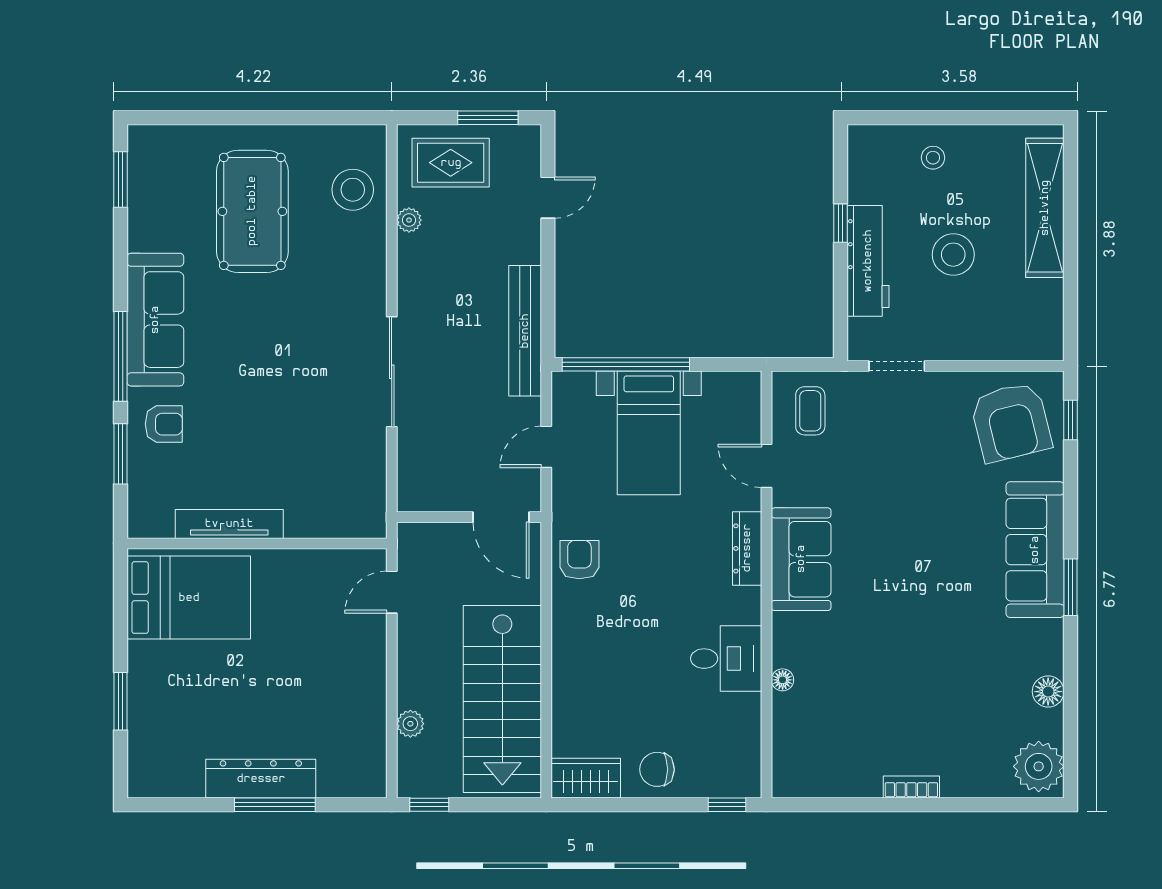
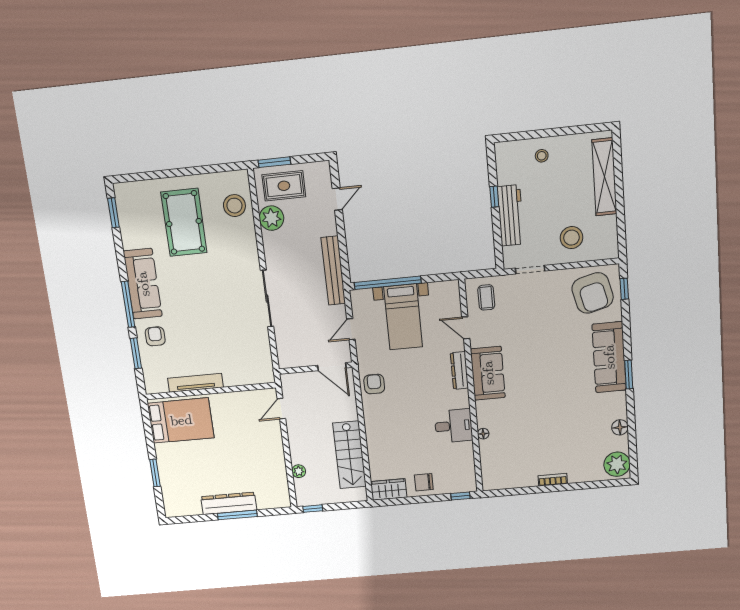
window: (488, 118) -> (274, 162), moved
plant: (409, 220) -> (271, 218), width x1.87, depth x1.87
stool: (953, 255) -> (571, 238), moved
armchair: (164, 424) -> (155, 336), turned -90
stairs: (502, 699) -> (349, 455), width x0.73, depth x0.66

